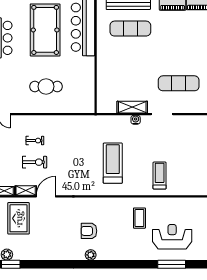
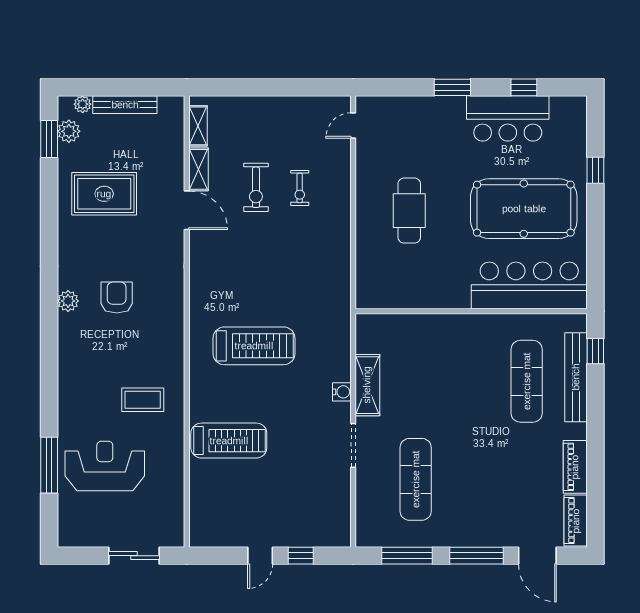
treadmill: (160, 176) -> (229, 441), width x1.37, depth x1.38
rug: (19, 218) -> (104, 194), moved
reception desk: (172, 237) -> (105, 466), turned -90

